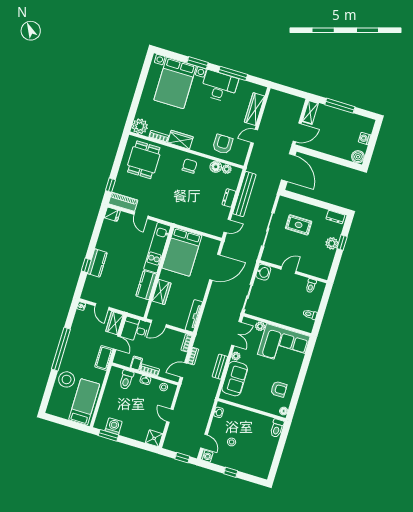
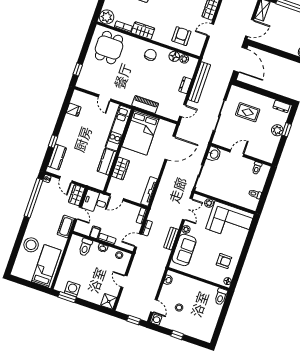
piano: (123, 202) -> (145, 104), moved
fridge: (112, 214) -> (74, 110), moved
kitchen counter: (97, 263) -> (57, 157), moved
window: (61, 349) -> (34, 198), moved

